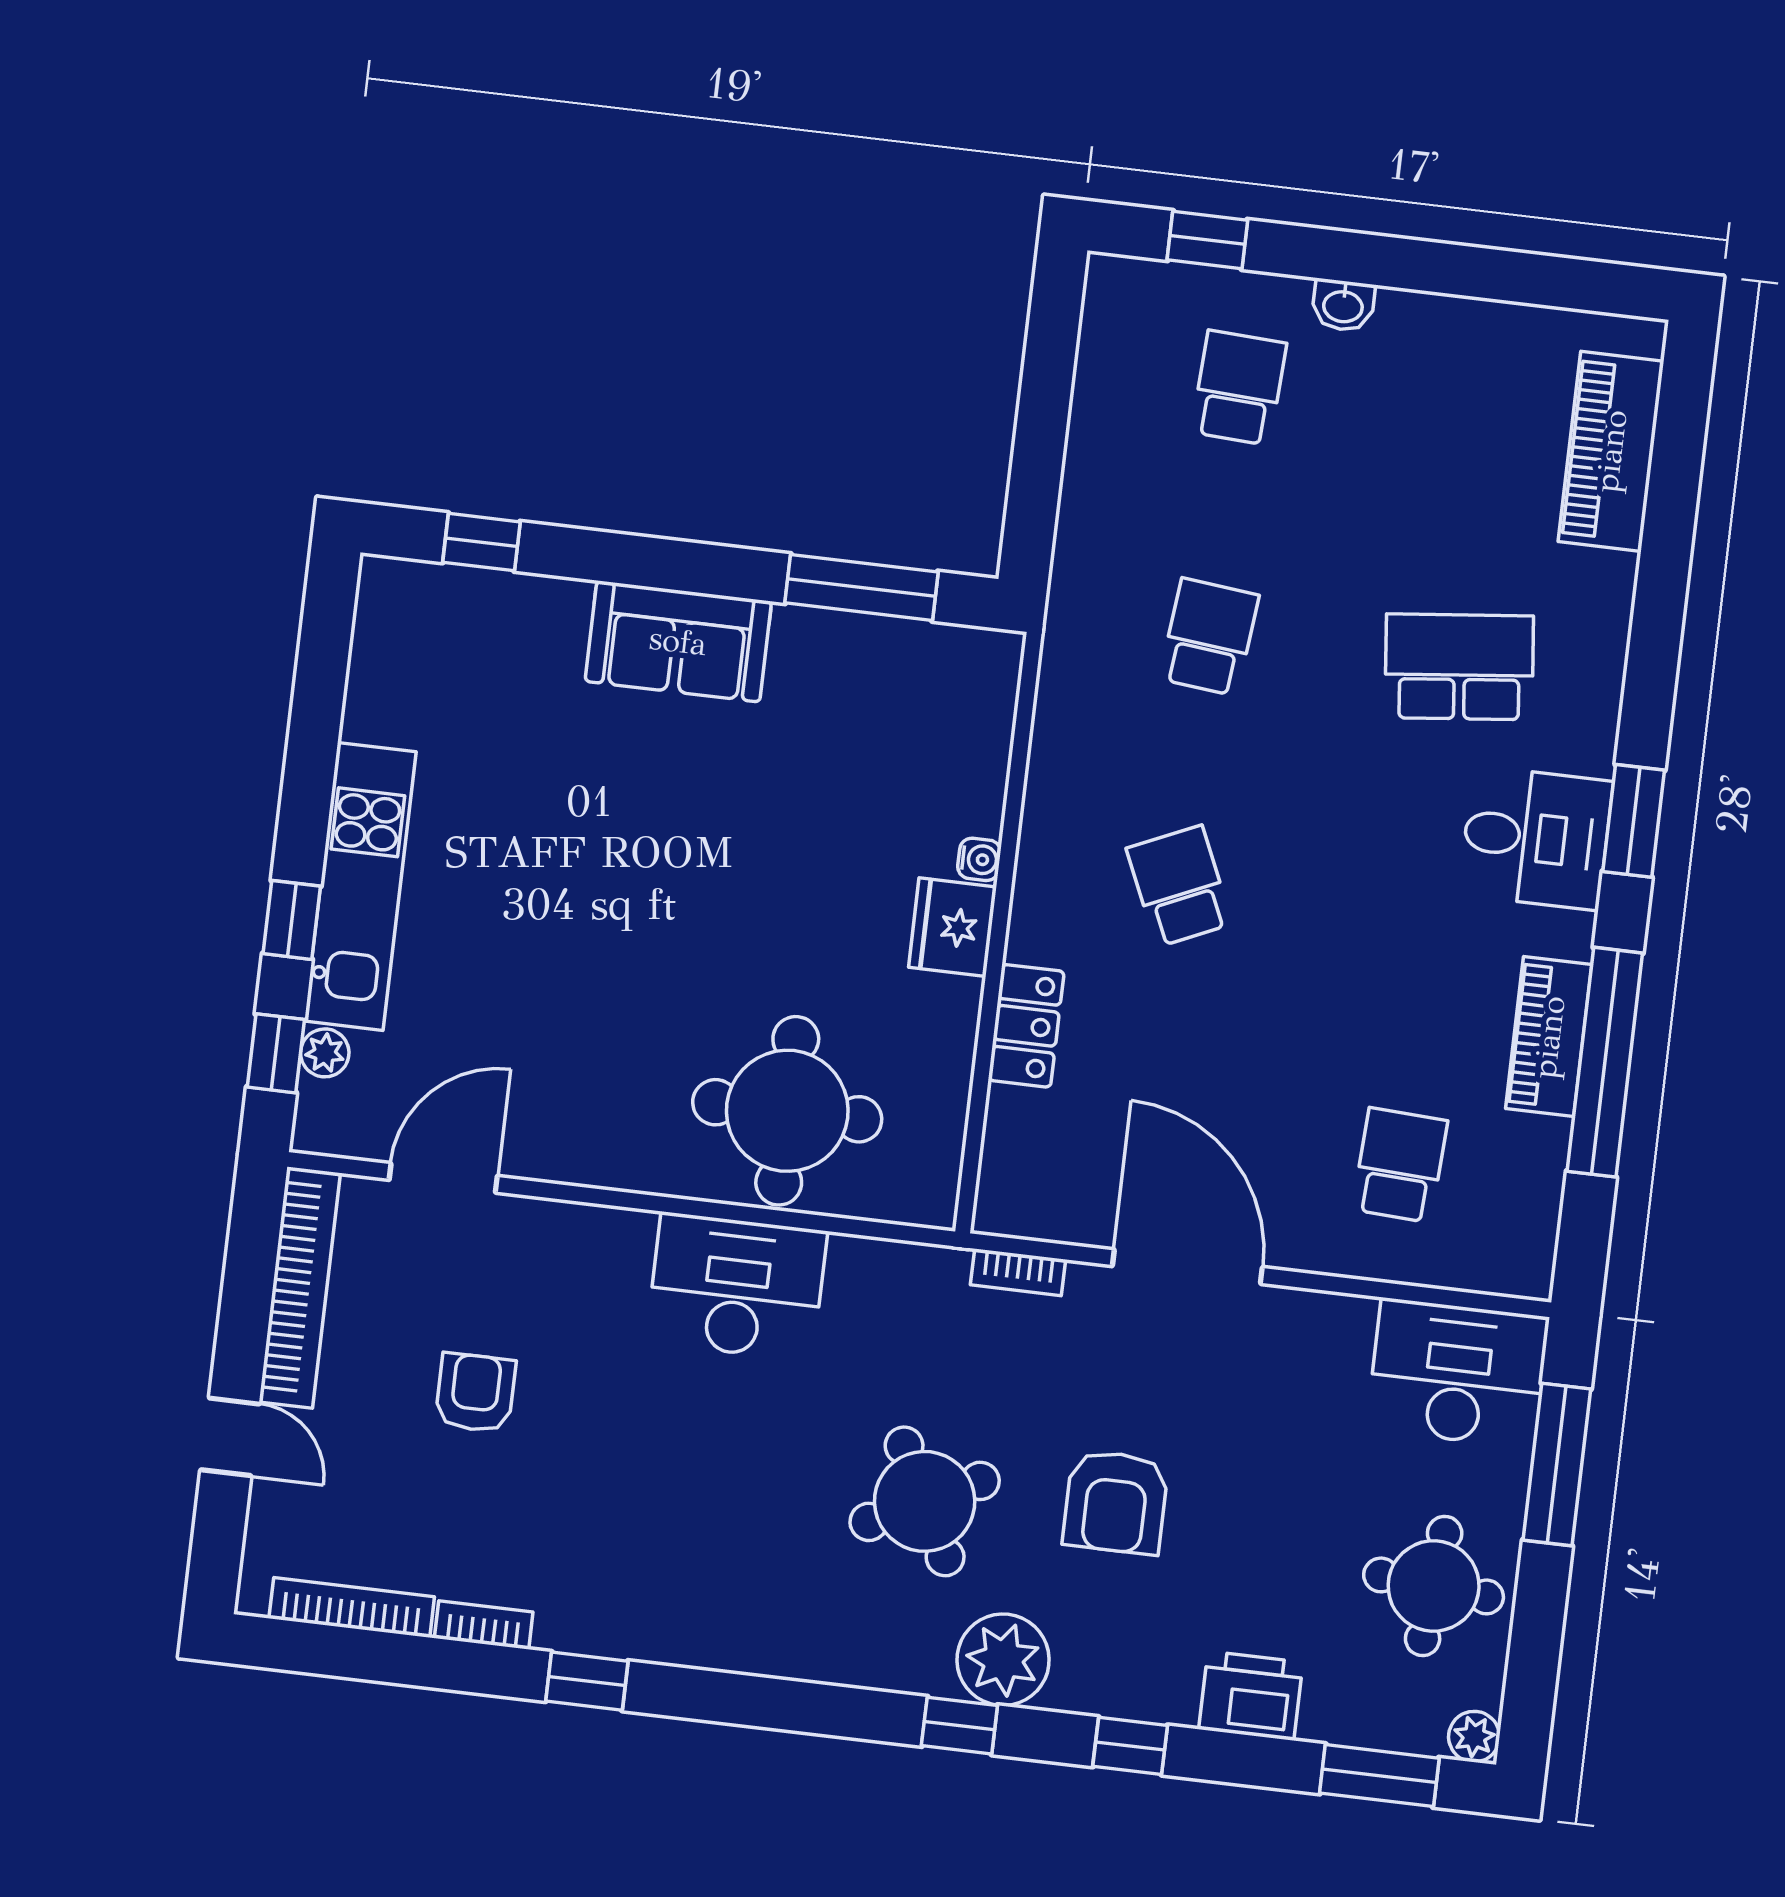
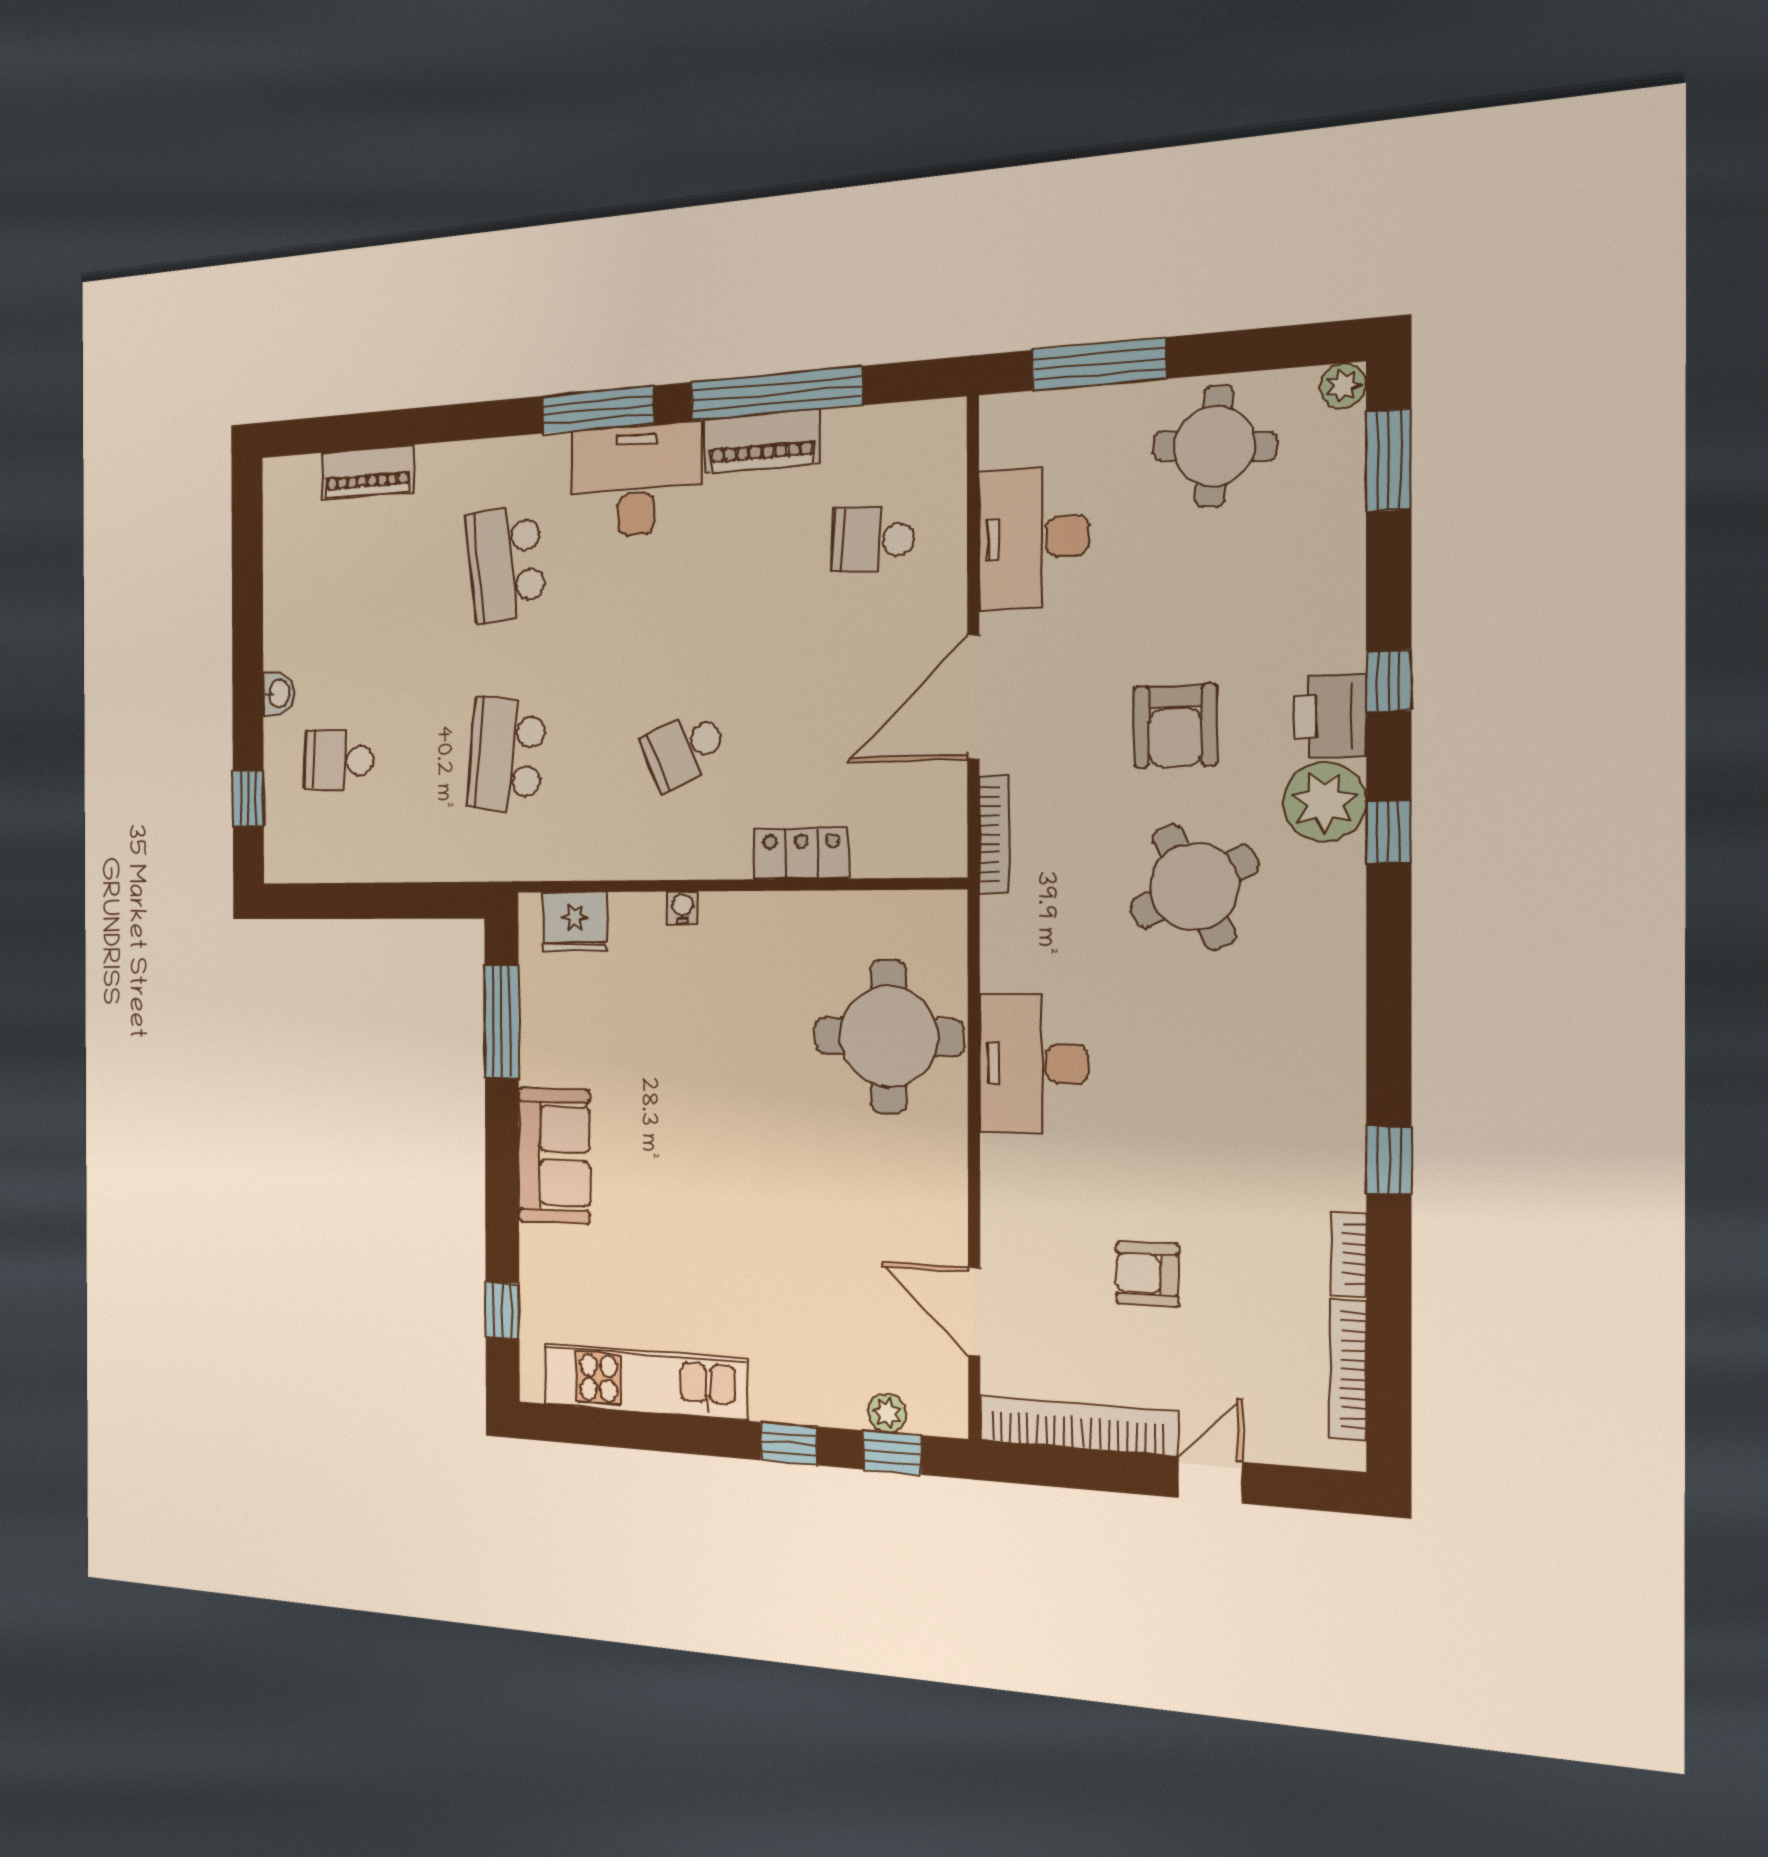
piano: (1611, 451) -> (367, 472), width x0.73, depth x0.75
school desk: (1209, 637) -> (506, 755), width x1.85
window: (1634, 821) -> (598, 410), width x1.44
desk: (1536, 838) -> (636, 480), width x1.37
kitchen unit: (360, 886) -> (645, 1381), moved
fridge: (952, 927) -> (575, 922), moved
bookcase: (1018, 1272) -> (994, 834), width x1.56
desk: (1458, 1373) -> (1033, 538), moved
armchair: (1116, 1502) -> (1175, 726), turned 90
printer: (1251, 1696) -> (1330, 716), moved

